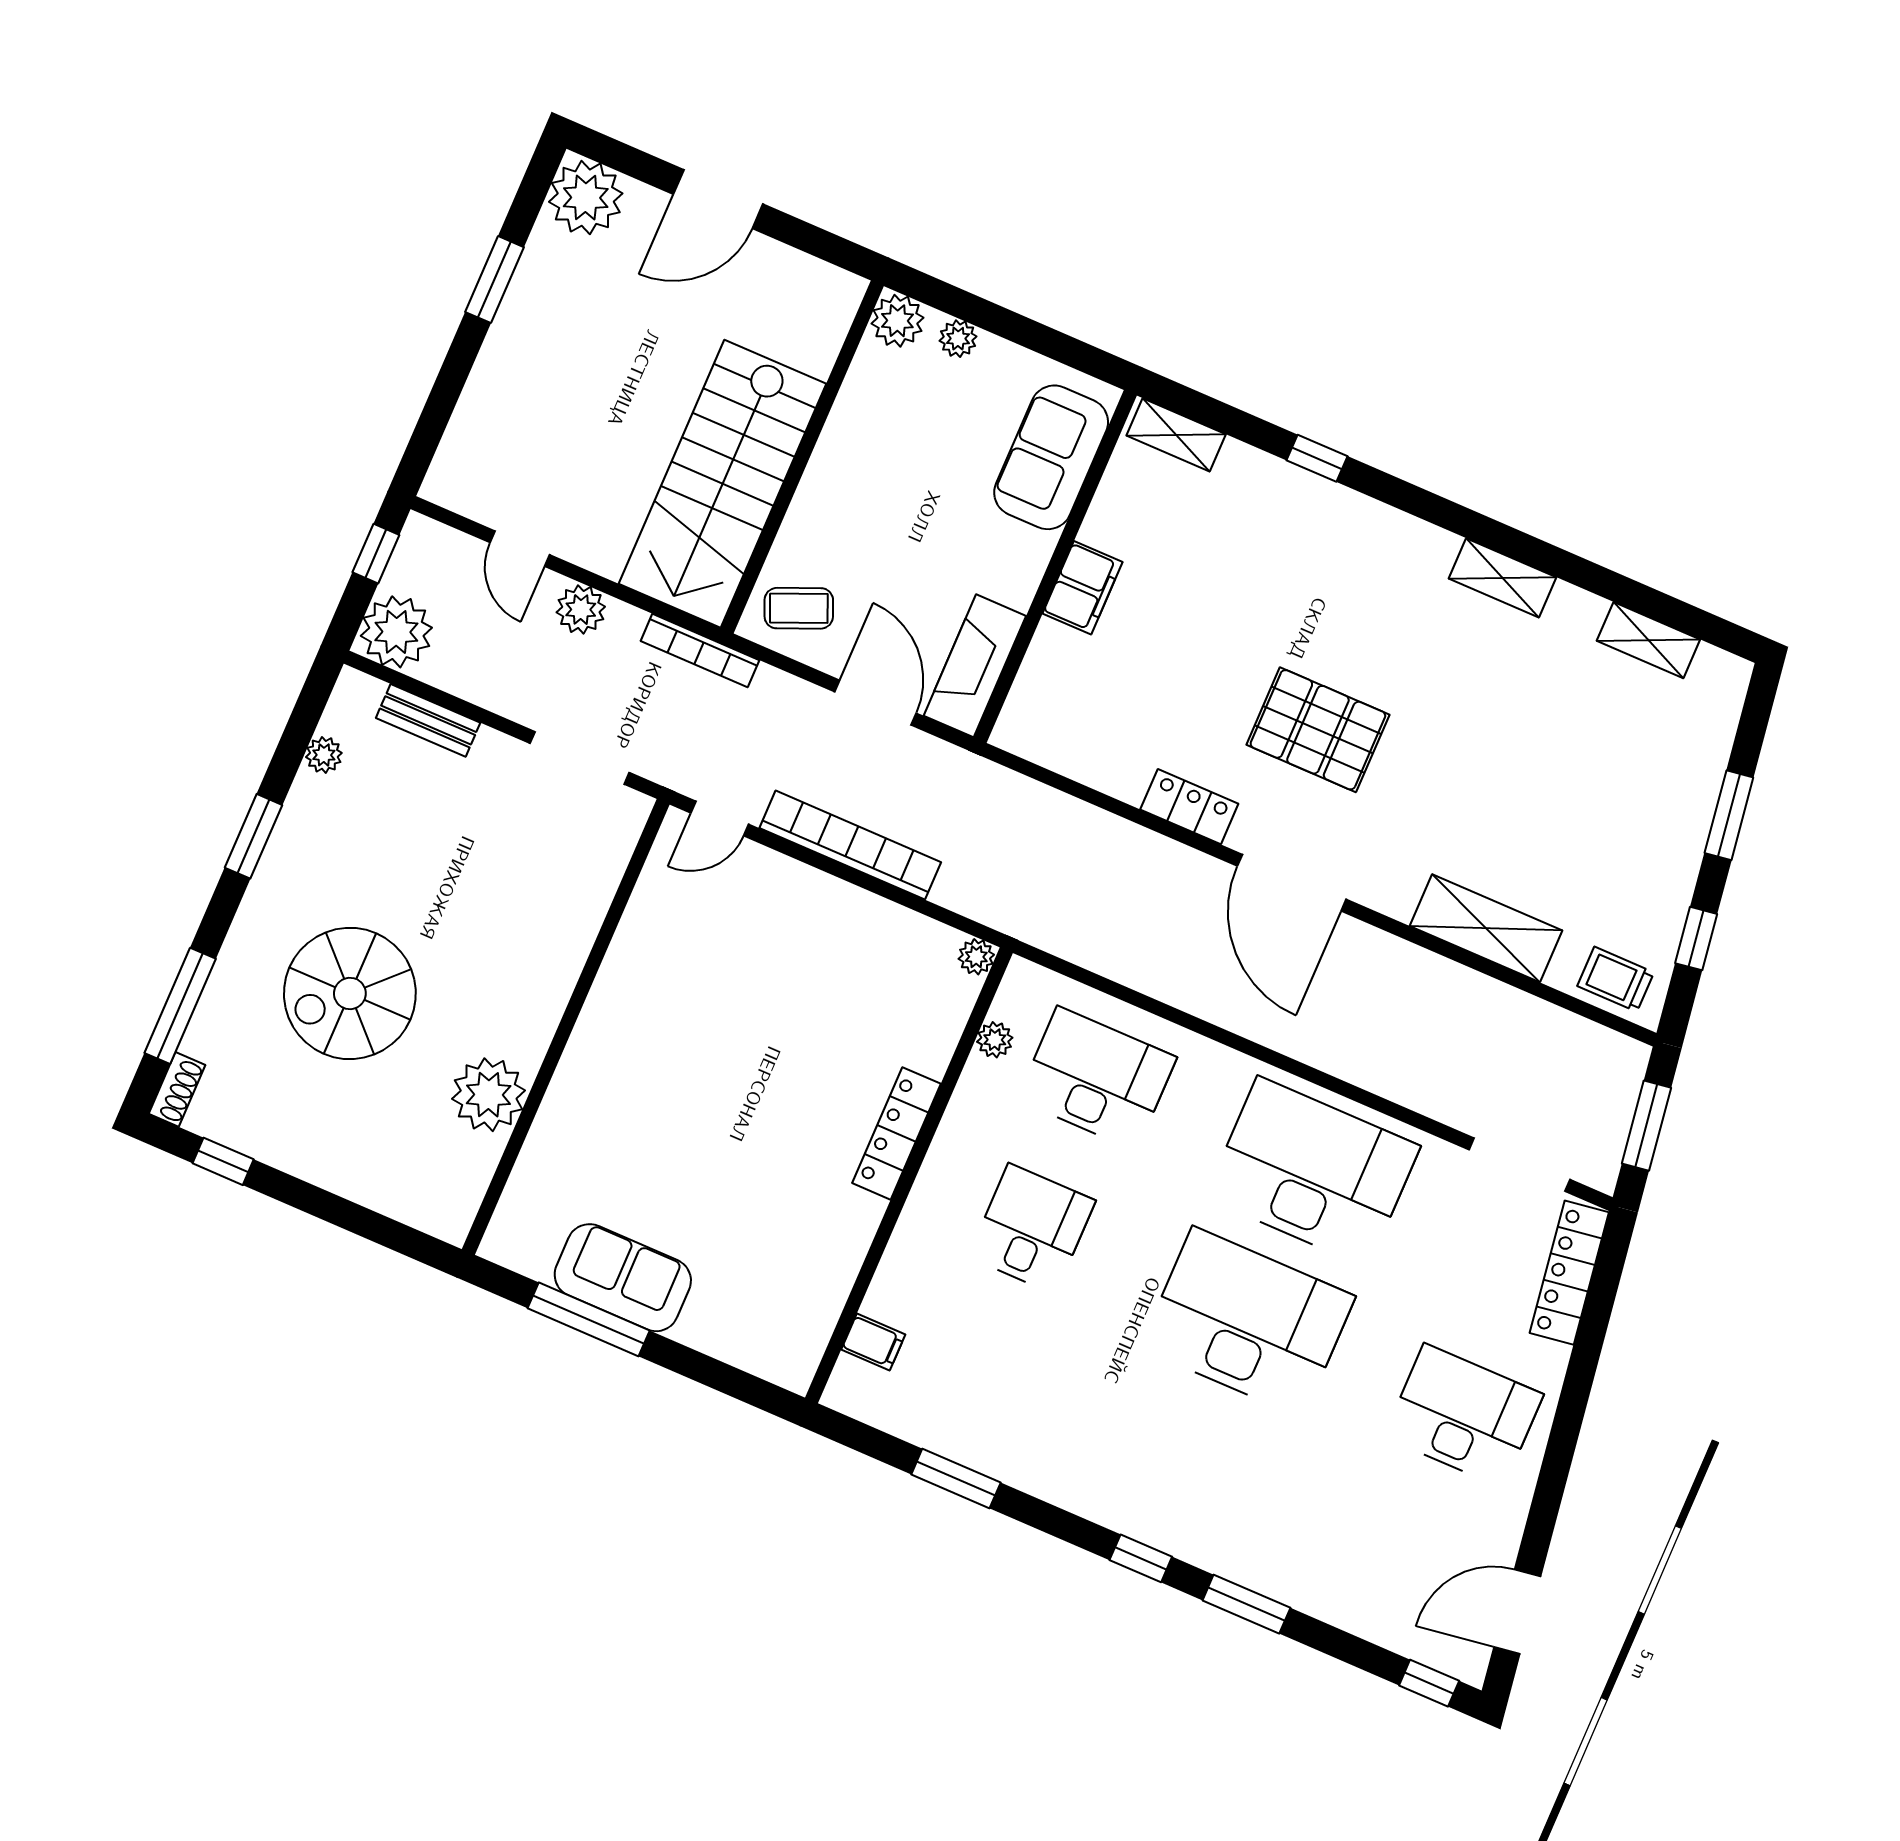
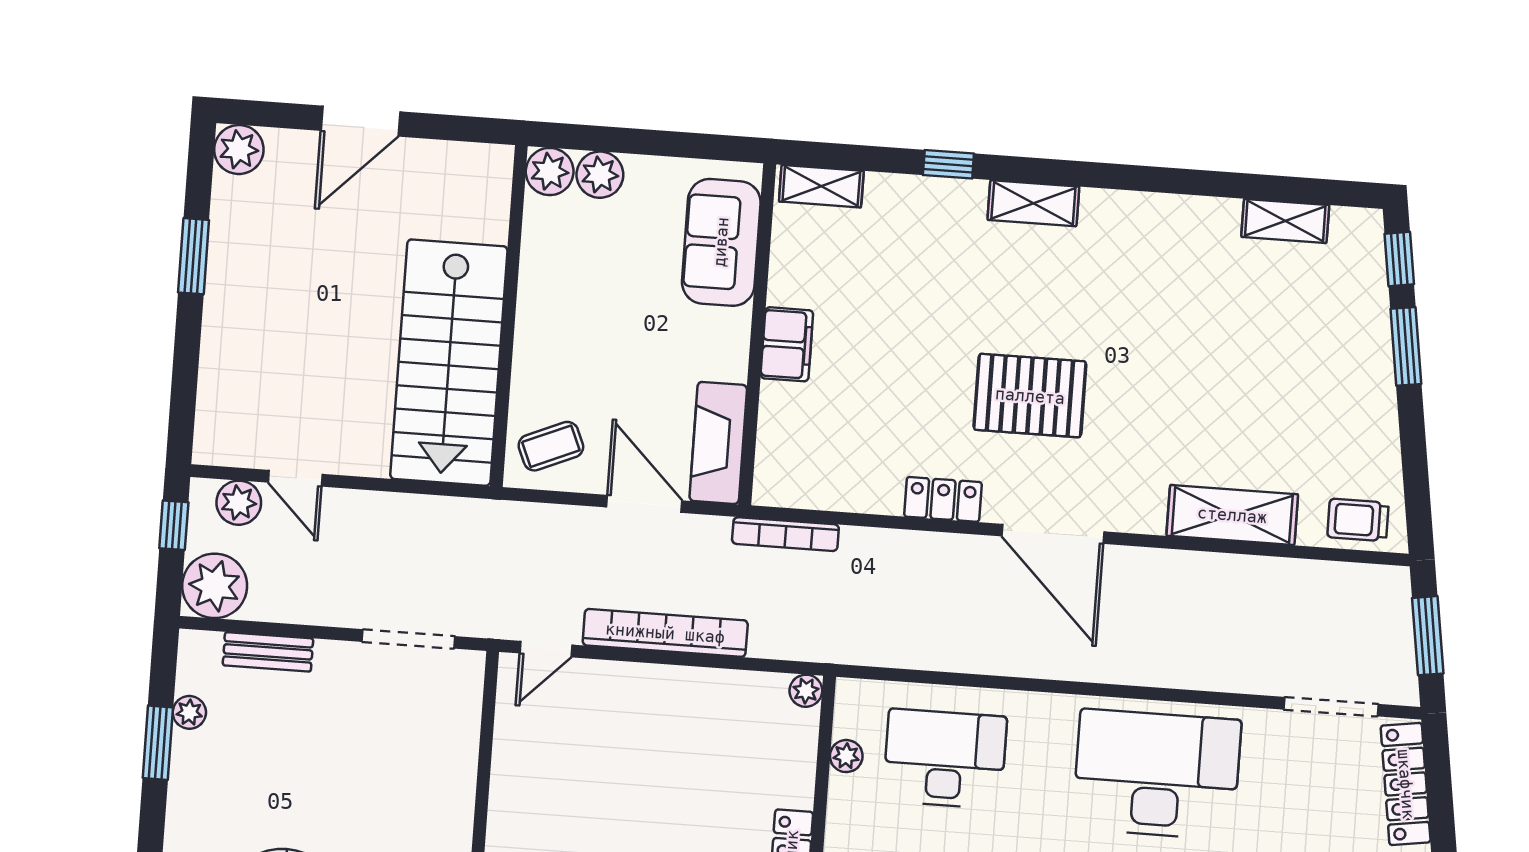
plant: (586, 198) -> (239, 150), width x0.73, depth x0.73
plant: (958, 339) -> (600, 175), width x1.38, depth x1.38
shelving: (1502, 578) -> (1033, 203), moved
plant: (581, 610) -> (239, 503), moved
bookcase: (700, 651) -> (785, 534), moved
window: (254, 836) -> (158, 743), moved
window: (1696, 939) -> (1399, 259), moved

